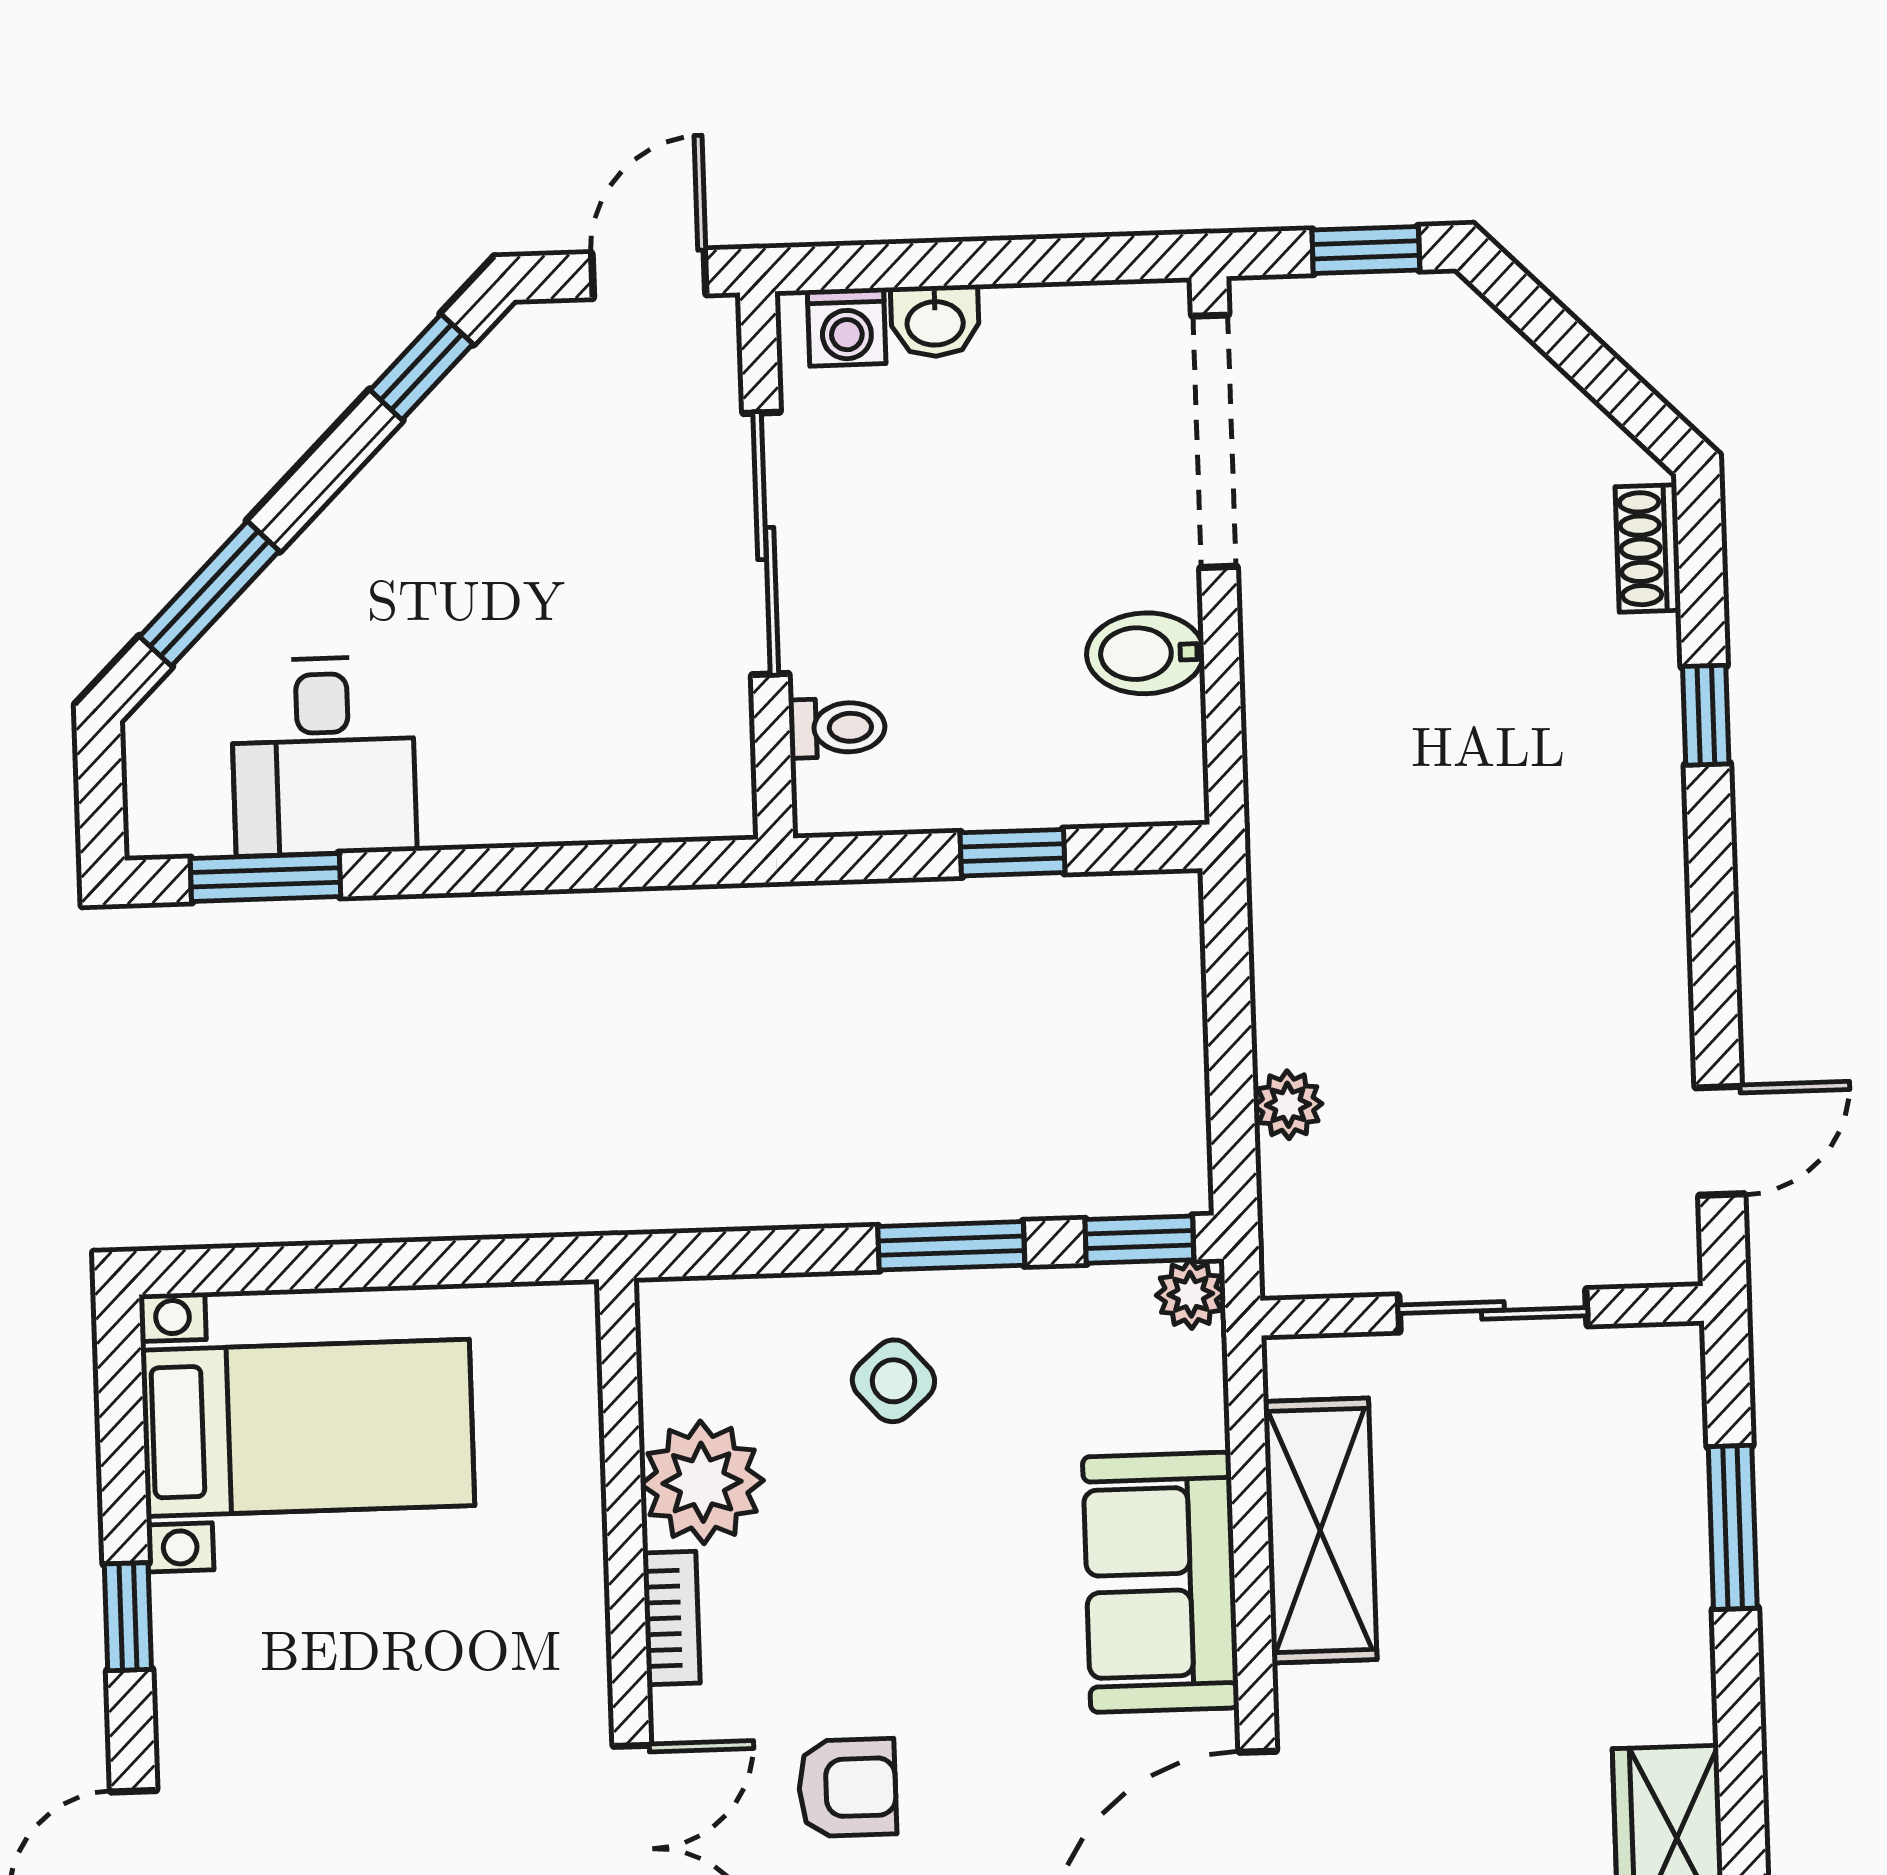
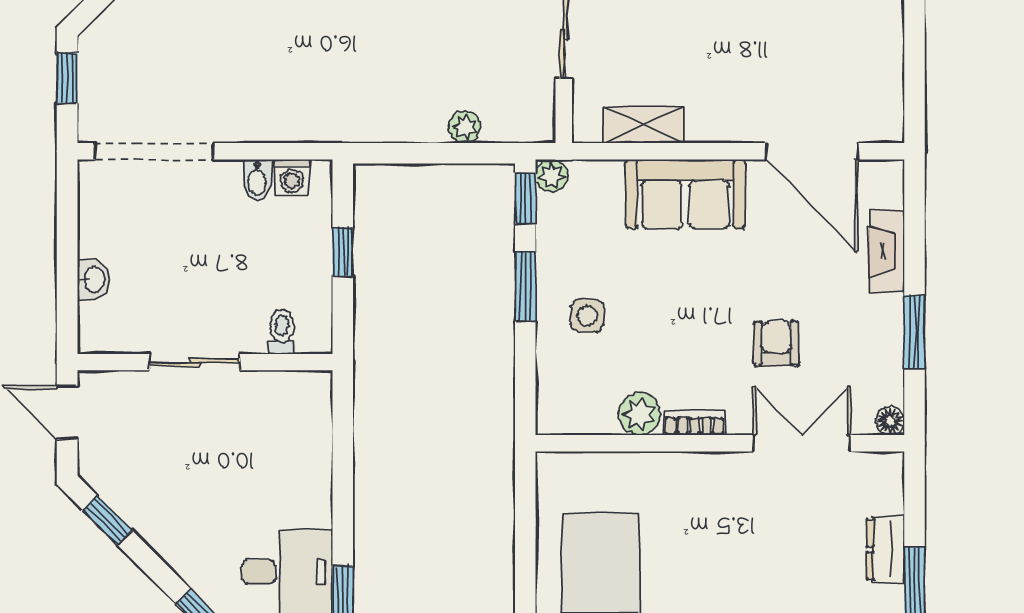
washing machine: (847, 327) -> (292, 177), moved, turned 90
sliding door: (766, 543) -> (195, 362), width x0.73
bidet: (1145, 653) -> (257, 180), width x0.72, depth x0.74
side table: (893, 1381) -> (587, 316), turned 45
plant: (702, 1482) -> (639, 414), width x0.73, depth x0.73
shelving: (1320, 1530) -> (643, 125), width x0.67, depth x0.75

